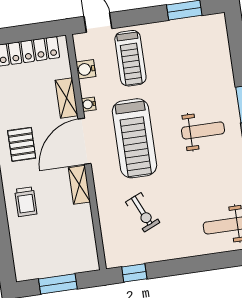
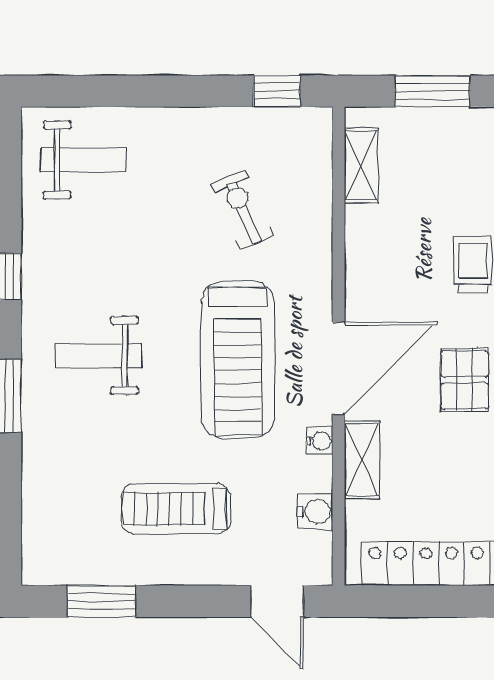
treadmill: (130, 58) -> (176, 509), moved, turned -90
treadmill: (135, 138) -> (238, 360), turned 180
shelving: (79, 185) -> (361, 165), moved

